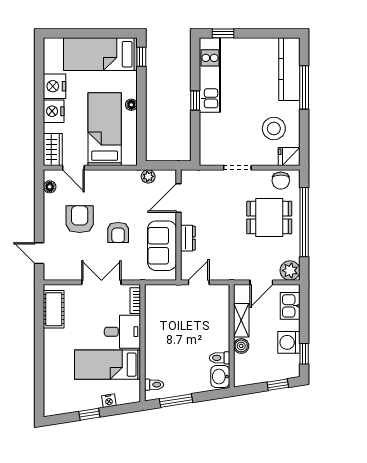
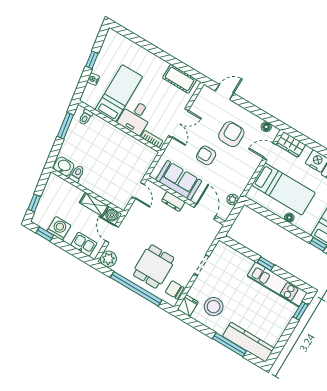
armchair: (80, 219) -> (231, 134), turned -90
boiler: (241, 346) -> (112, 215), moved

